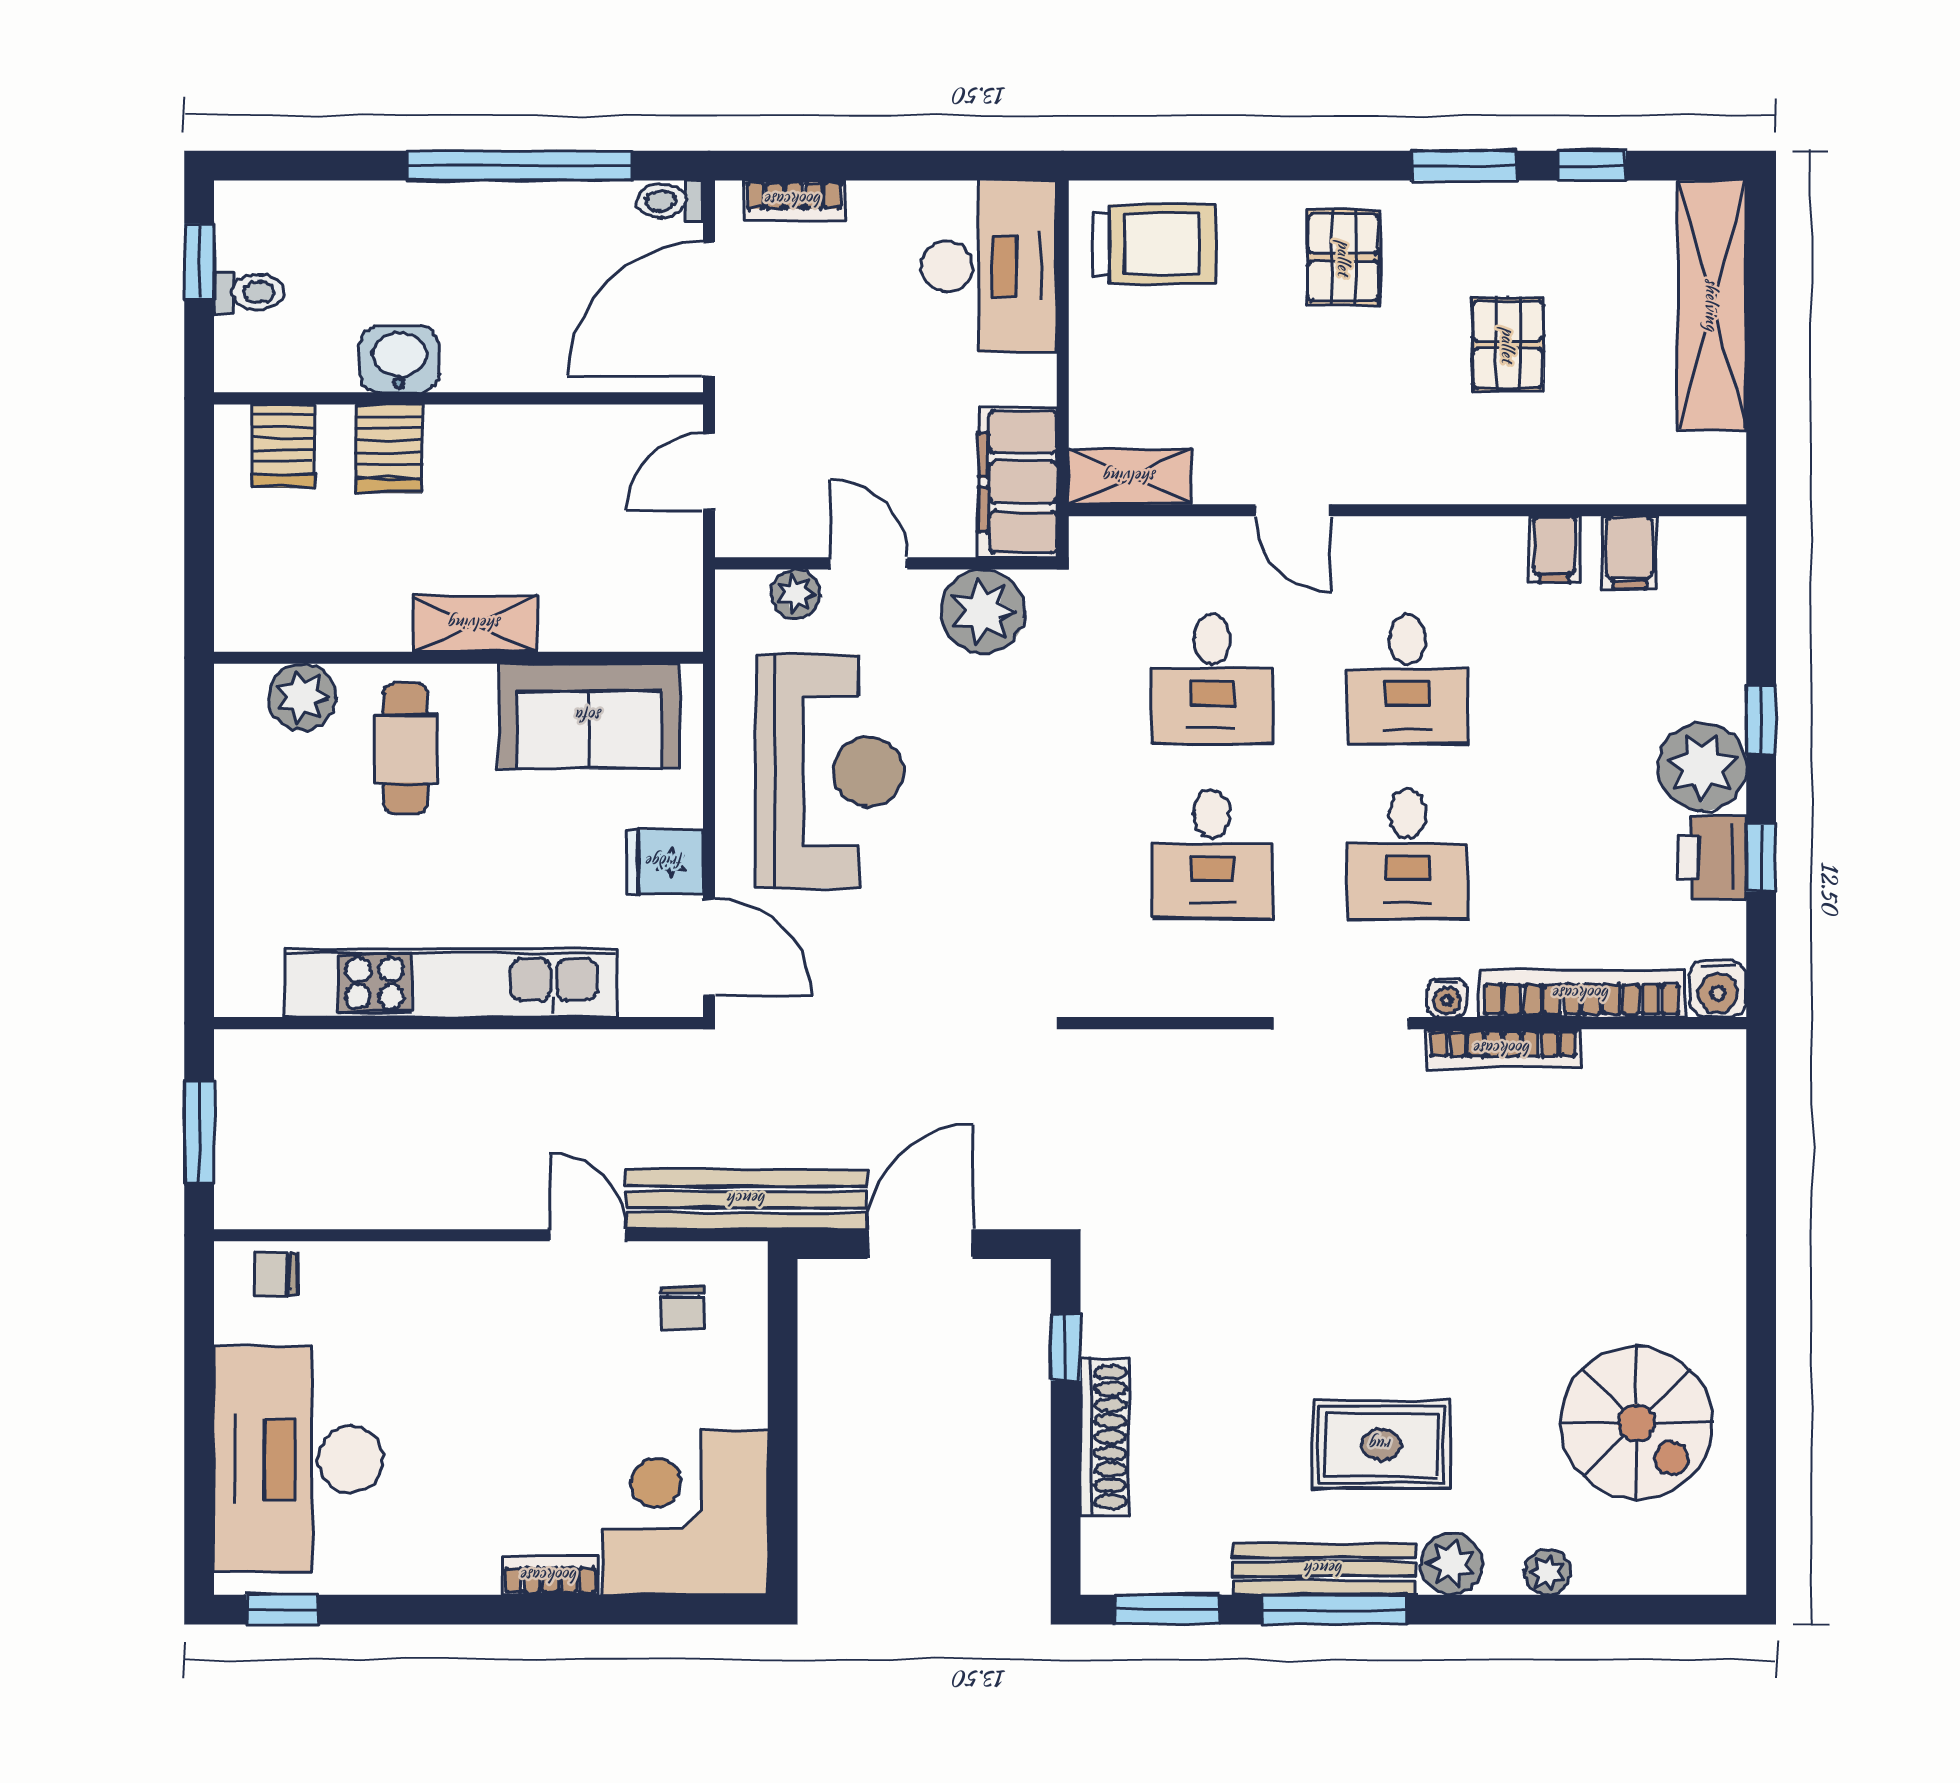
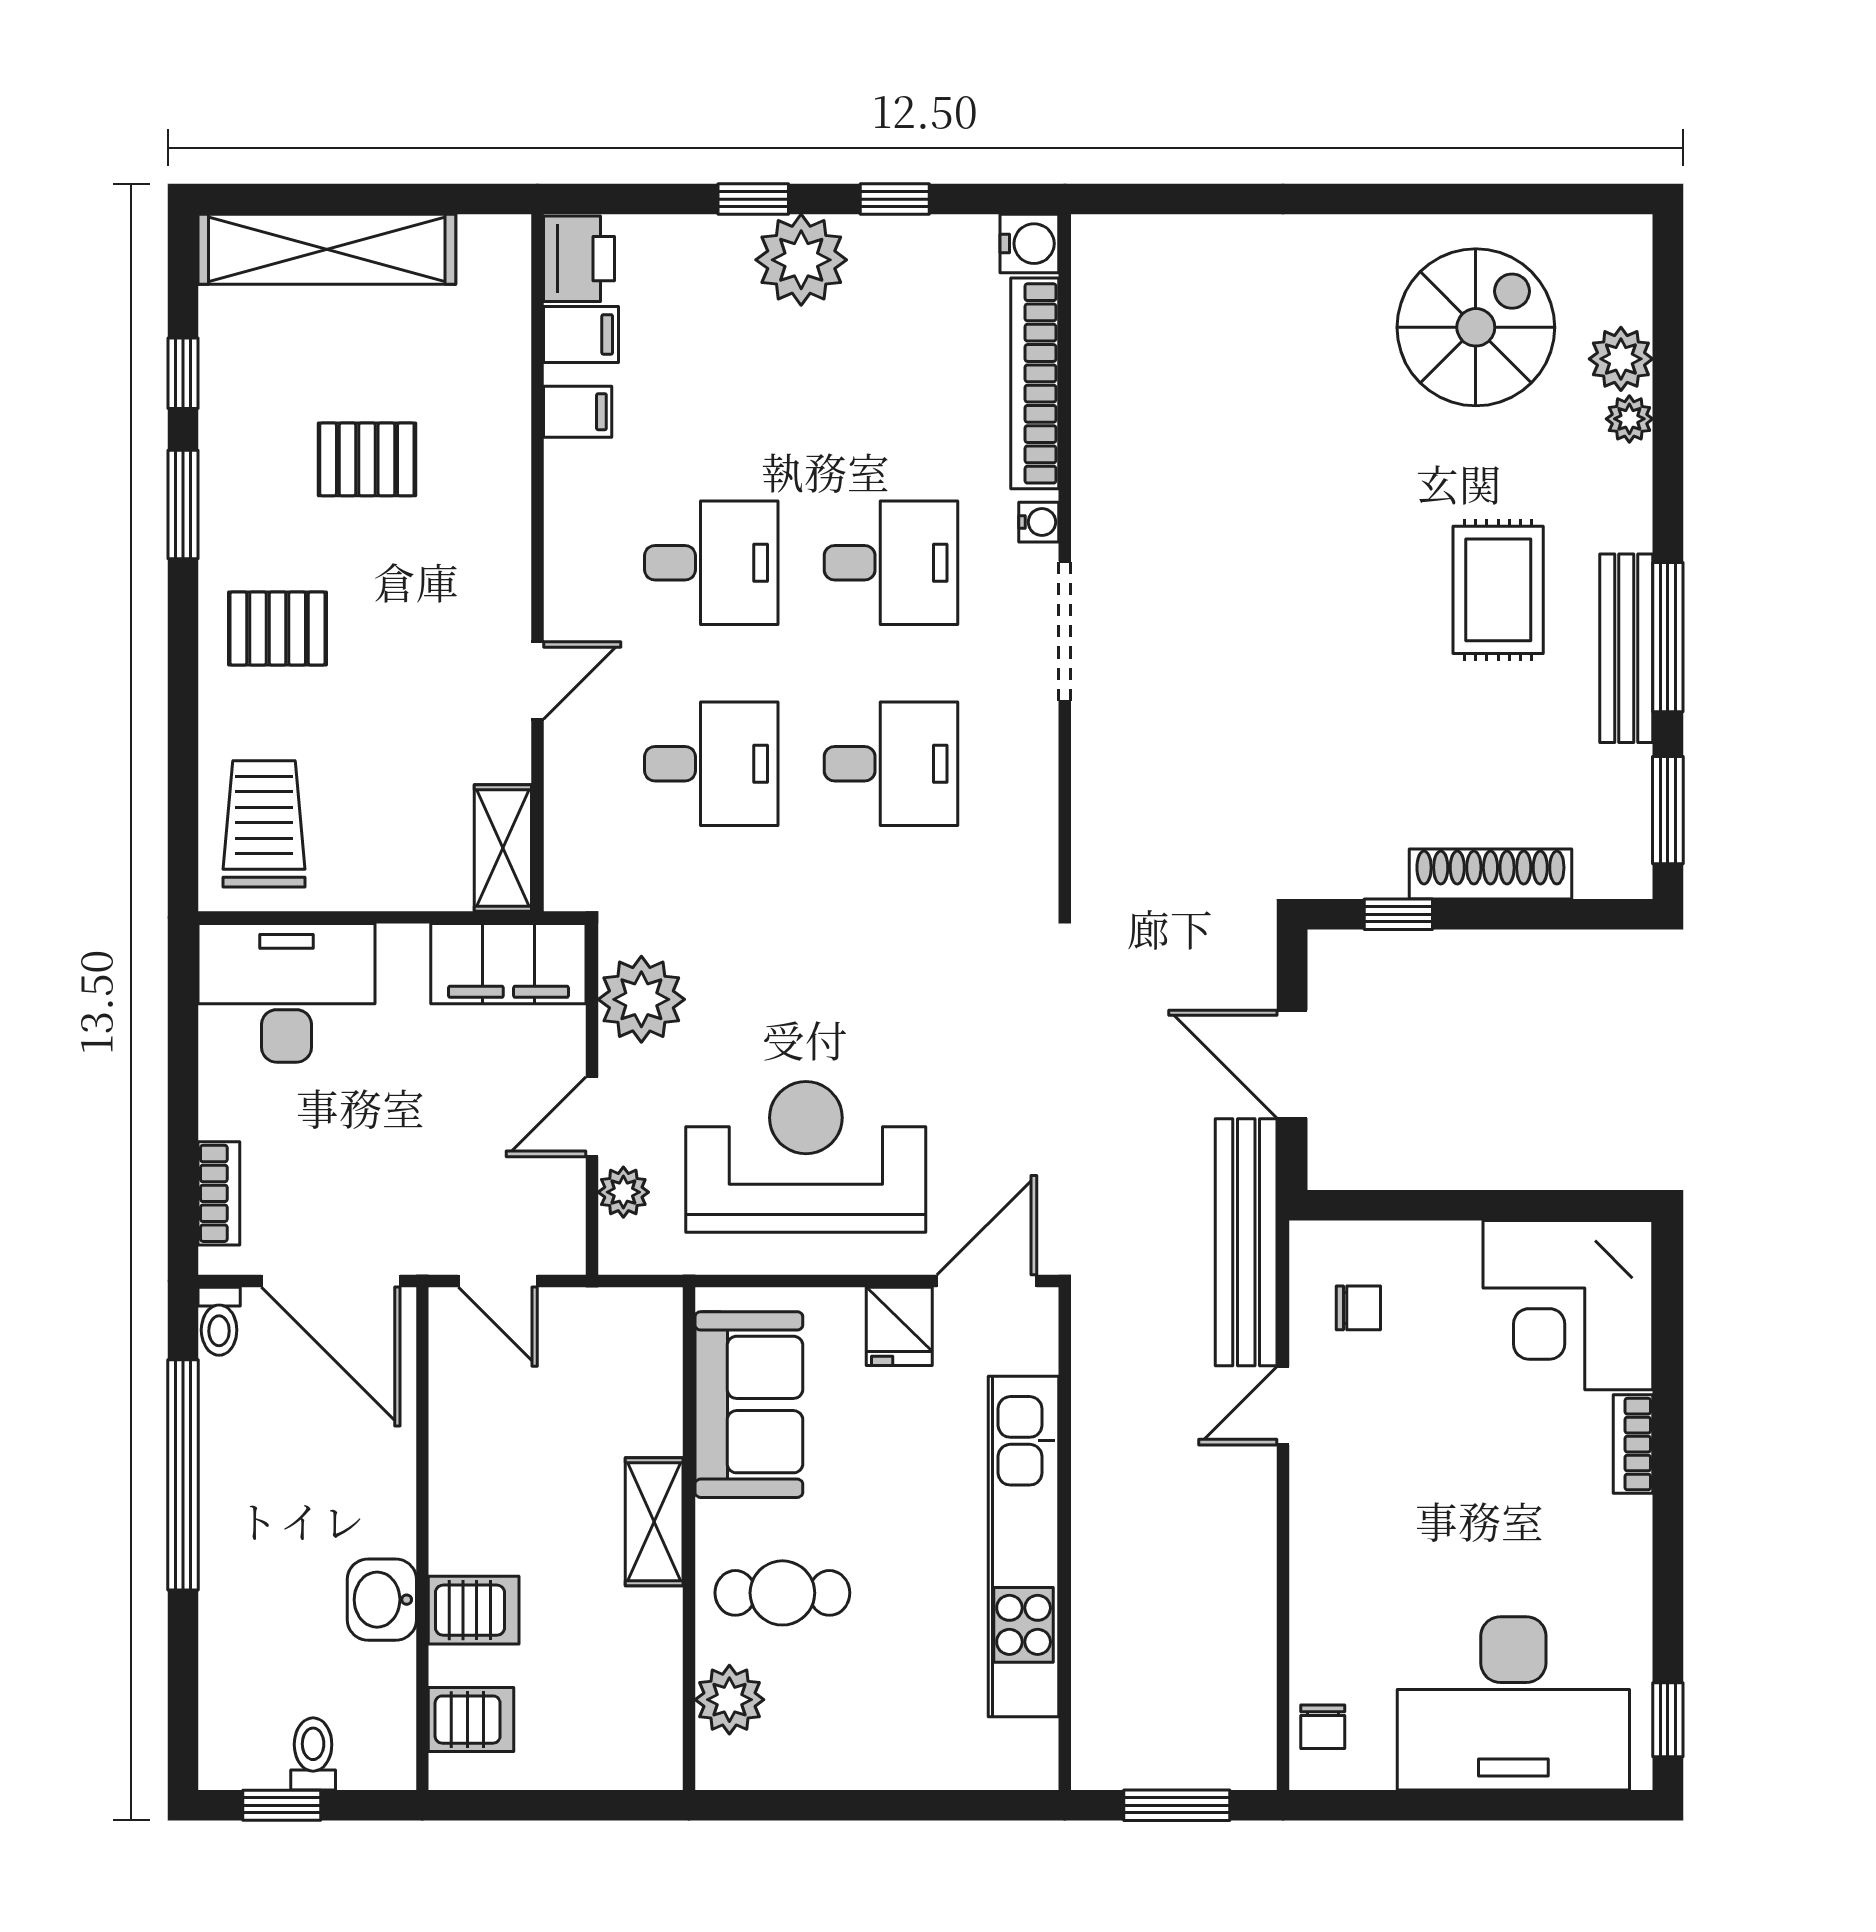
printer: (1712, 857) -> (579, 259), moved, turned -90
bookcase: (1503, 1049) -> (1091, 464), removed
plant: (1452, 1564) -> (1621, 359), moved

